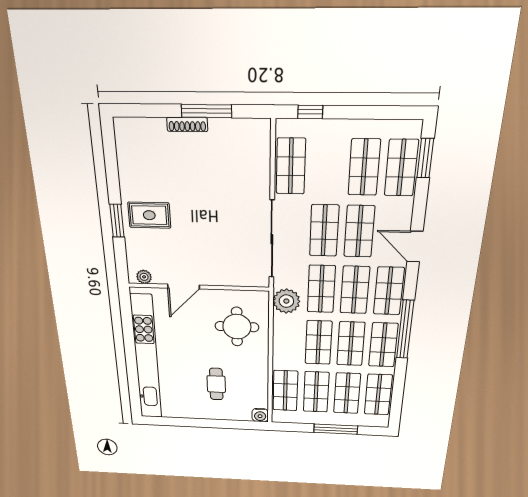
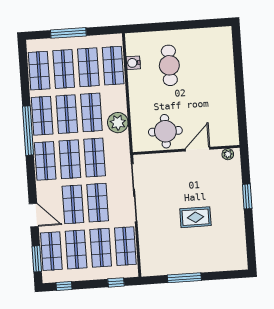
window: (391, 113) -> (64, 286), added
shoe rack: (187, 124) -> (197, 268), removed
shop shelf: (327, 167) -> (101, 248), added
rug: (149, 215) -> (195, 217), moved
door: (415, 247) -> (34, 215), moved
plant: (286, 301) -> (118, 123), moved
round table: (237, 327) -> (165, 131), moved
kitchen unit: (146, 358) -> (227, 83), removed
cafe table: (216, 384) -> (169, 65), width x1.37, depth x1.35
water cooler: (260, 415) -> (133, 63), moved, turned -90

